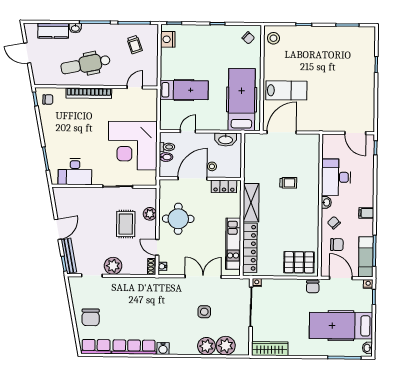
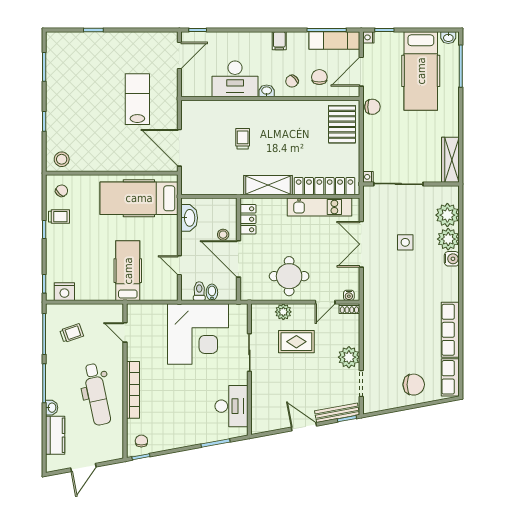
trolley: (228, 36) -> (59, 217), added
lab bench: (286, 90) -> (137, 99), moved
water cooler: (163, 348) -> (452, 259), moved

